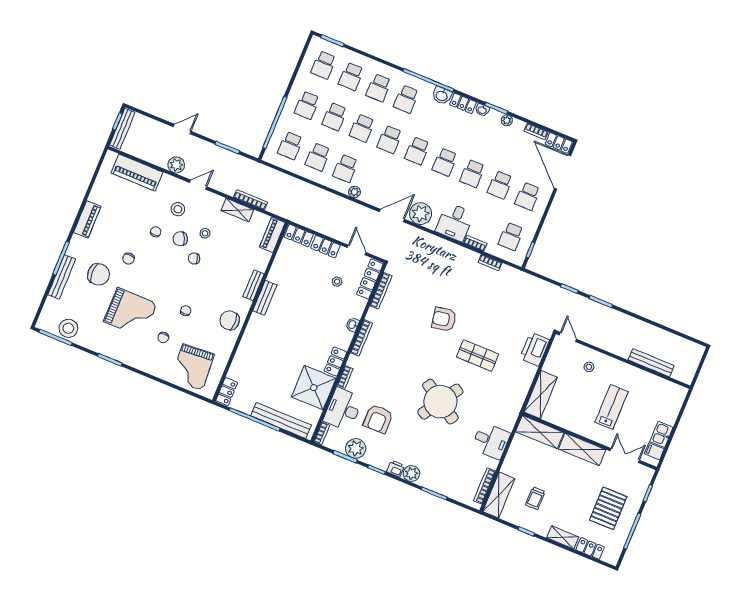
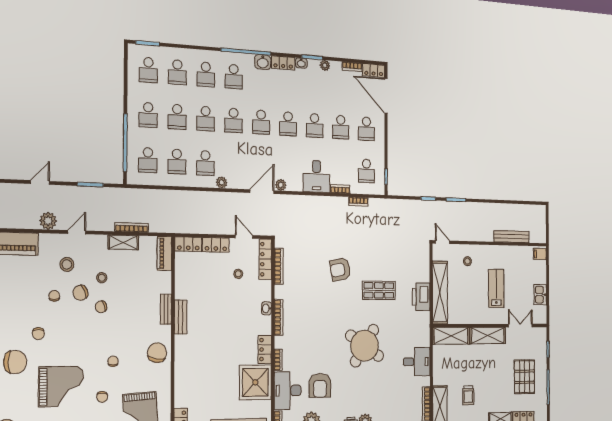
plant: (421, 214) -> (281, 185), width x0.53, depth x0.53
chair: (230, 320) -> (157, 353), turned 98
printer: (535, 349) -> (421, 297), moved
shelving: (541, 395) -> (440, 292), width x1.47
filing cabinet: (654, 451) -> (540, 254), moved

